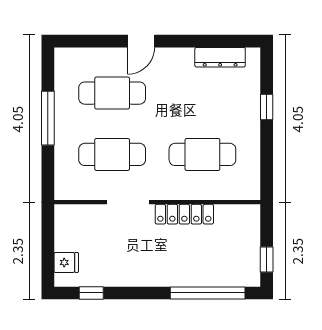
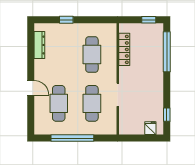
window: (48, 118) -> (72, 138), width x1.46
locker: (184, 214) -> (124, 49), moved

